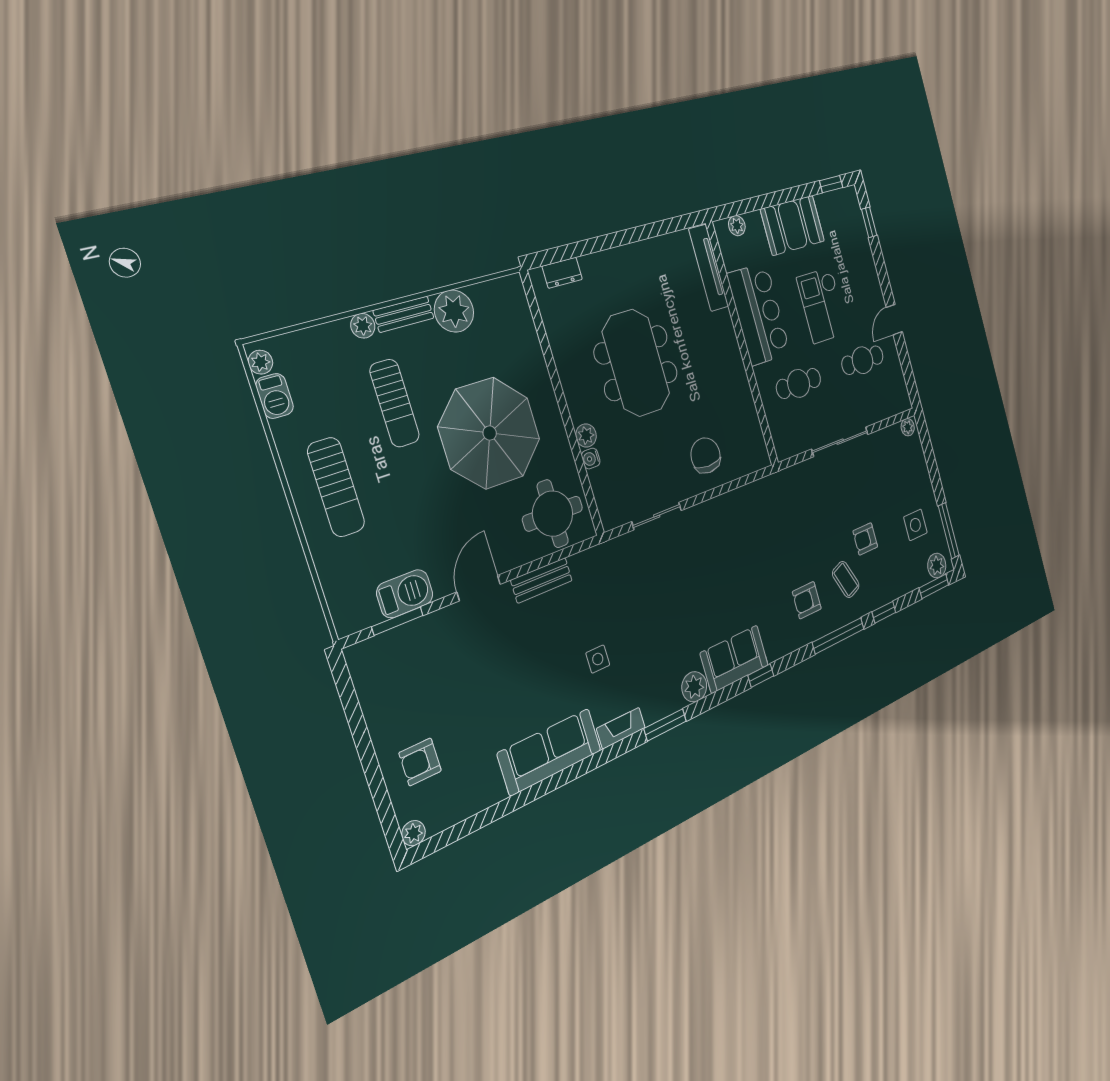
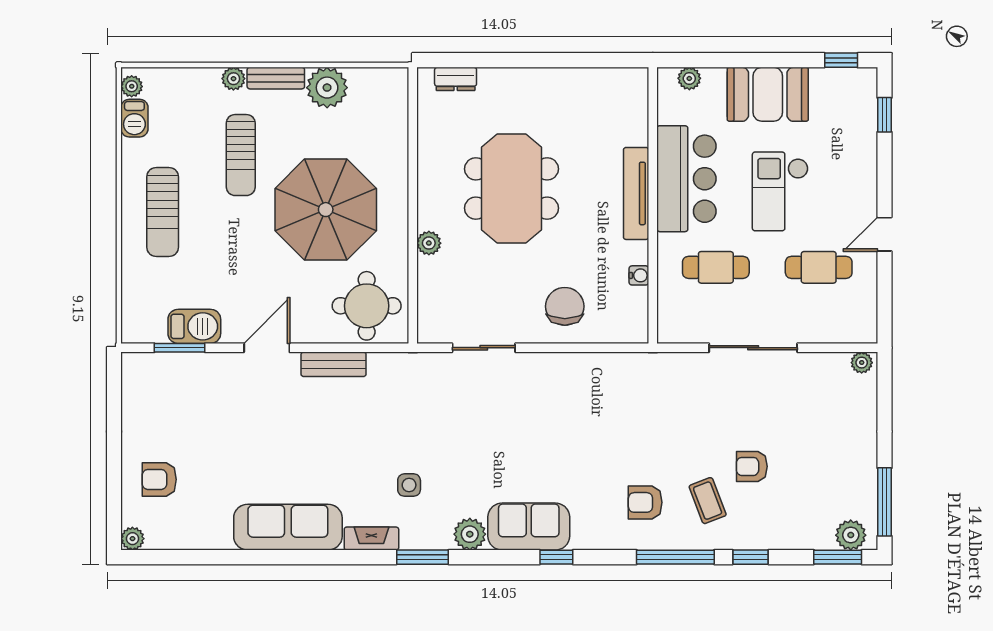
tv unit: (709, 268) -> (636, 193), moved
water cooler: (591, 459) -> (639, 275), moved, turned 180
side table: (915, 525) -> (834, 477), removed
side table: (598, 659) -> (409, 485), moved

